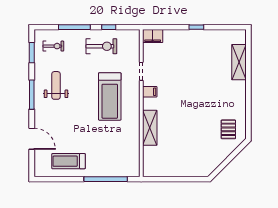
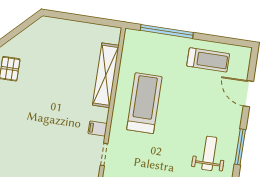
weight bench: (56, 85) -> (209, 153), turned 180
treadmill: (110, 96) -> (144, 103), moved
shelving: (150, 128) -> (106, 75), width x1.47

